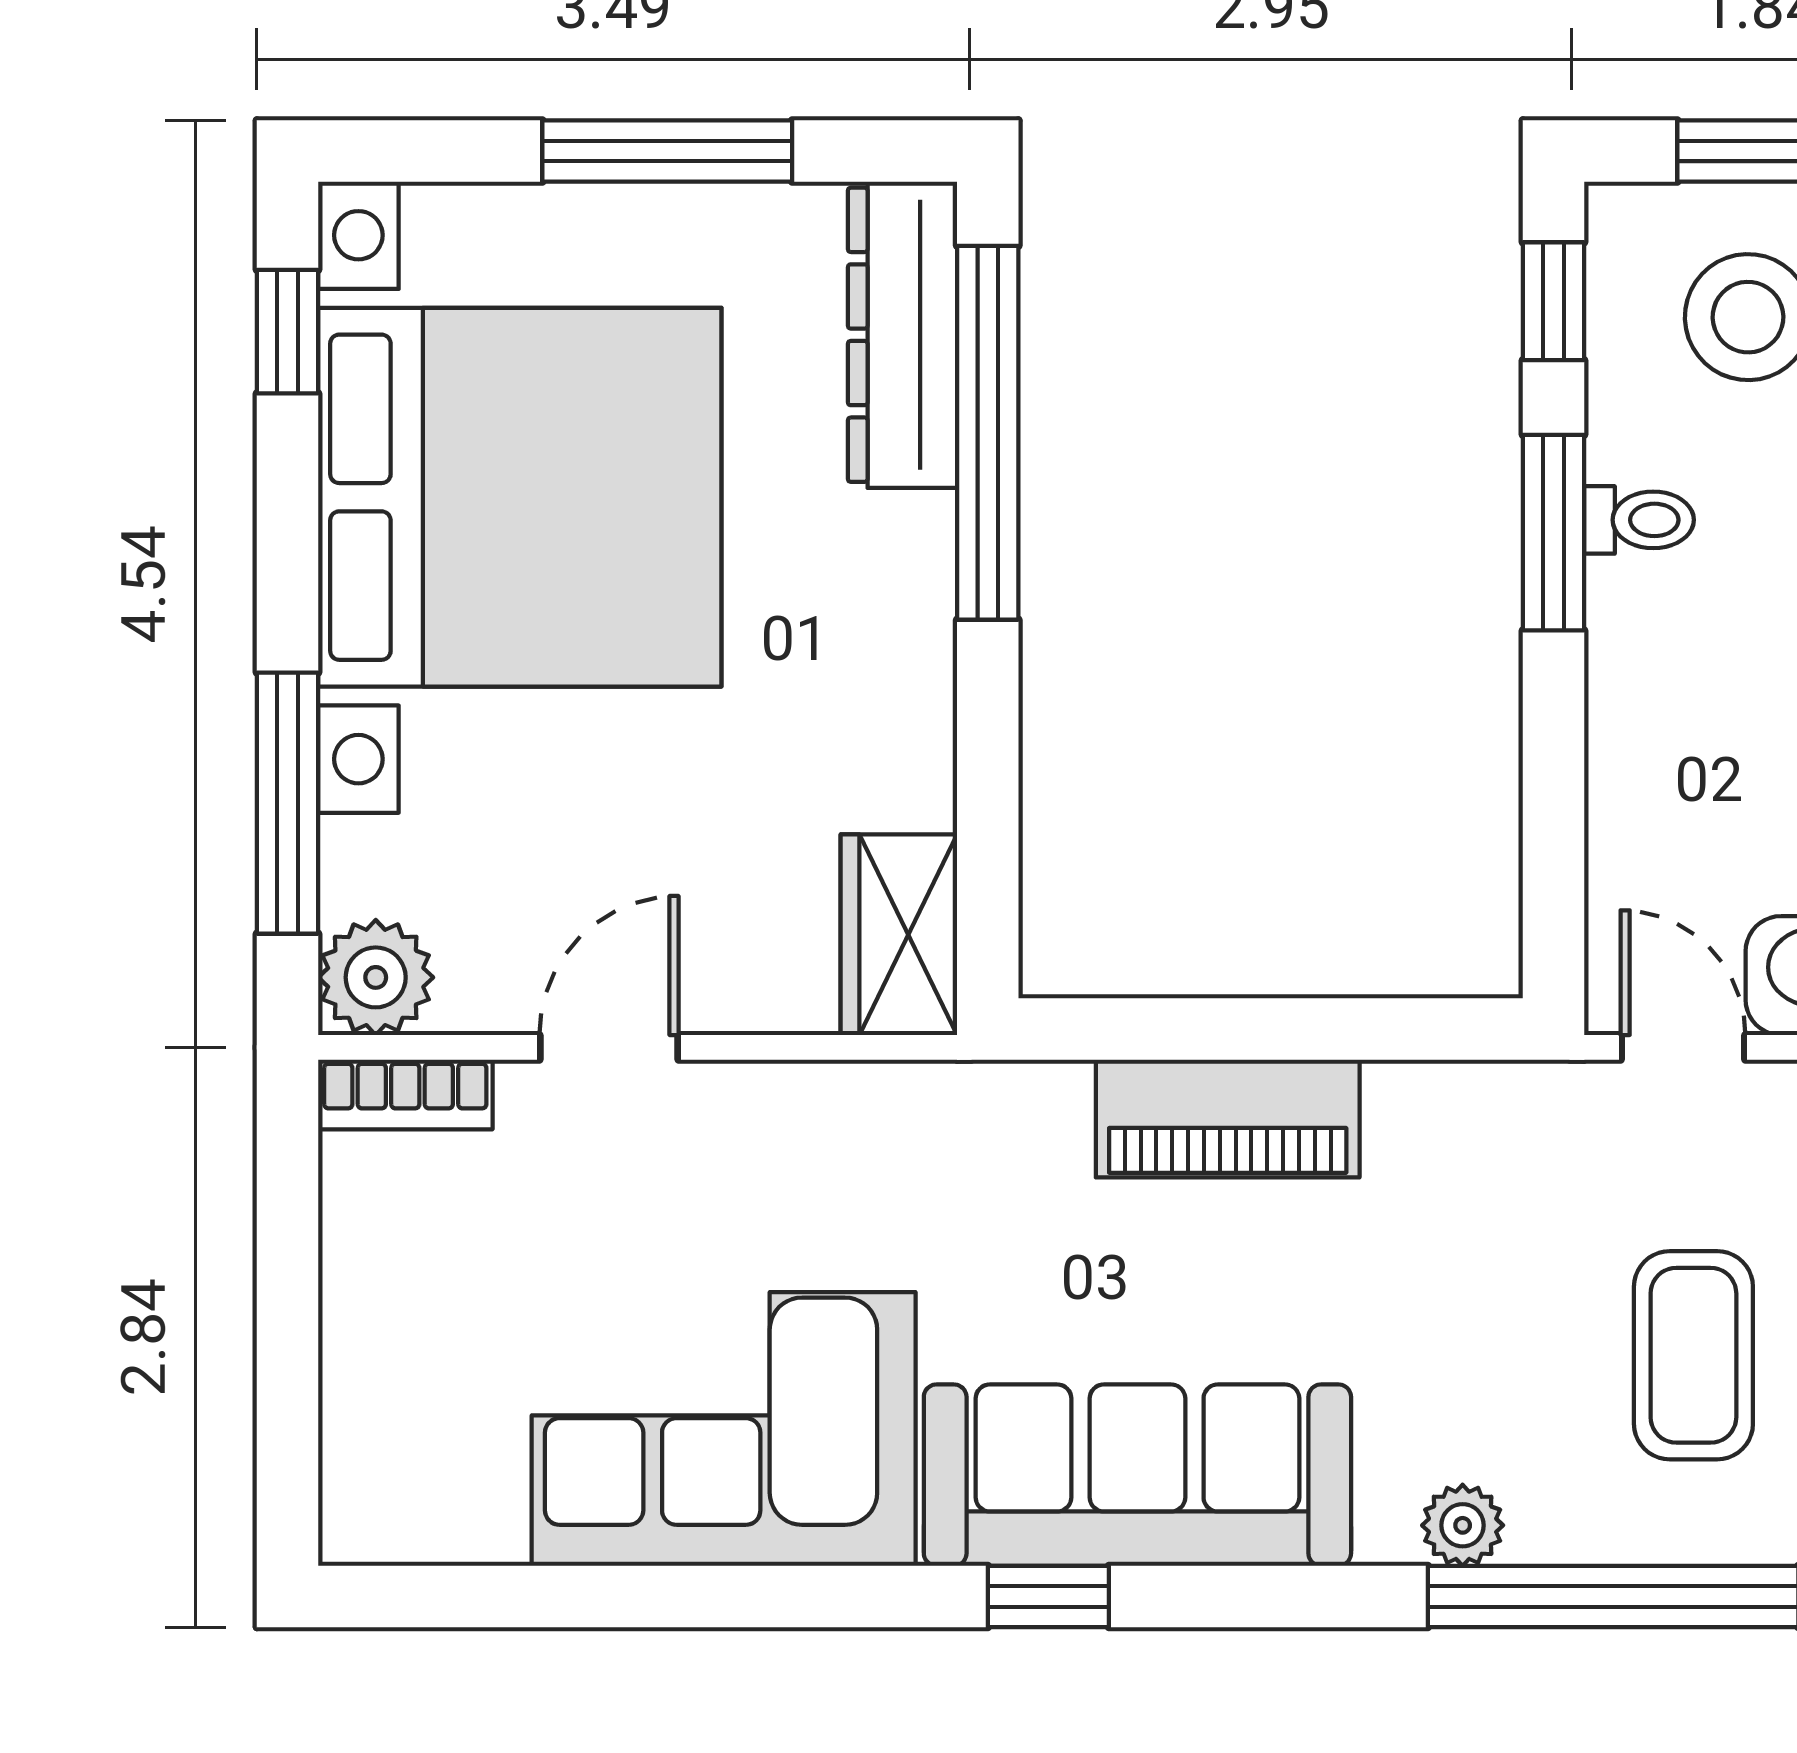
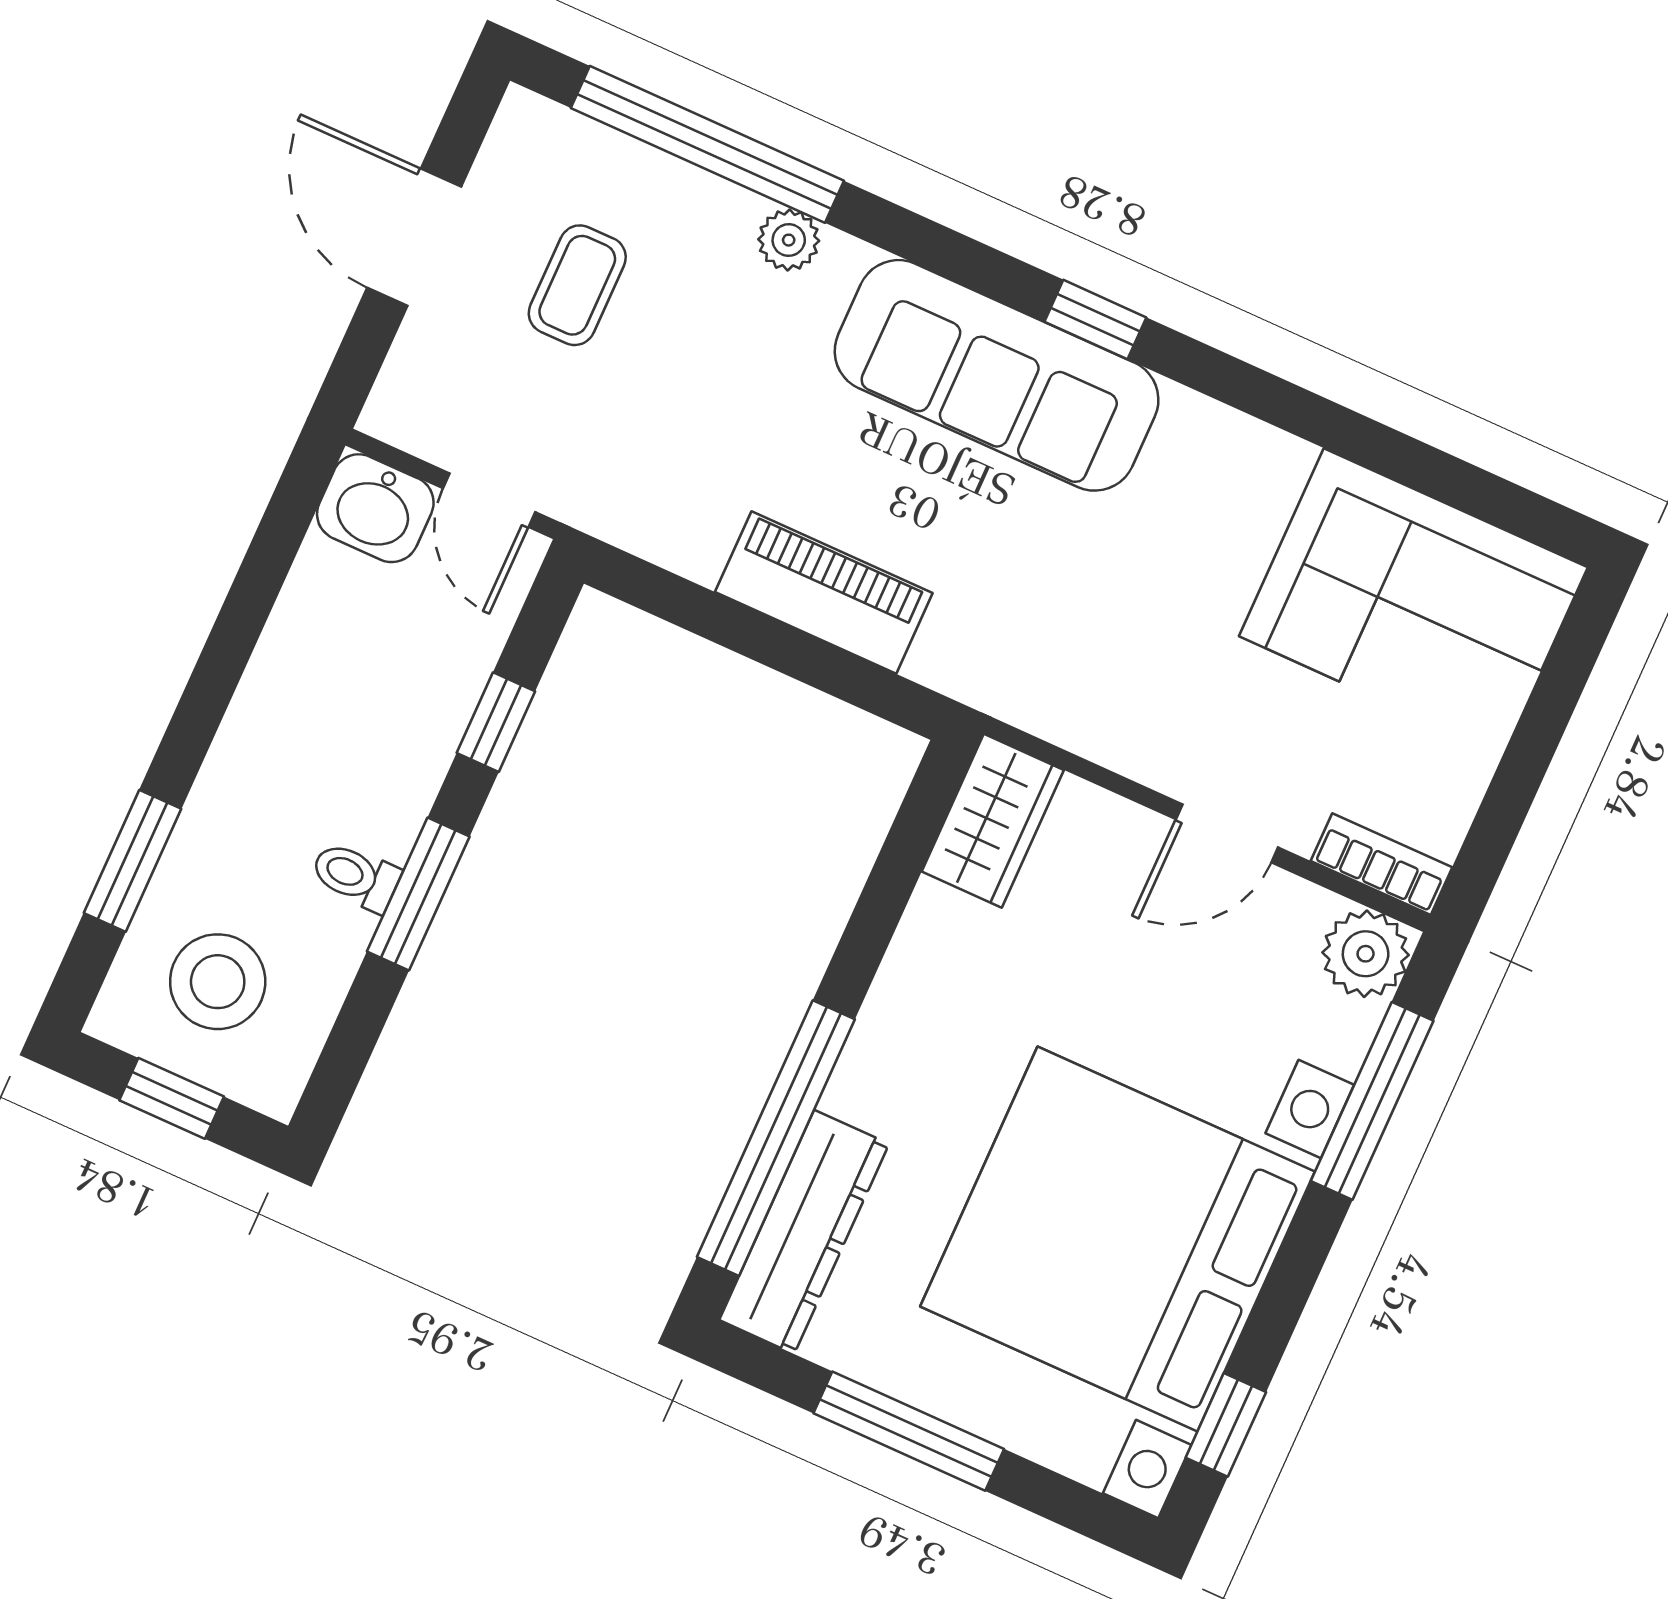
window: (1553, 301) -> (496, 722), moved
coffee table: (1693, 1355) -> (577, 285), width x0.73, depth x0.77
corner sofa: (724, 1429) -> (1413, 602), moved

